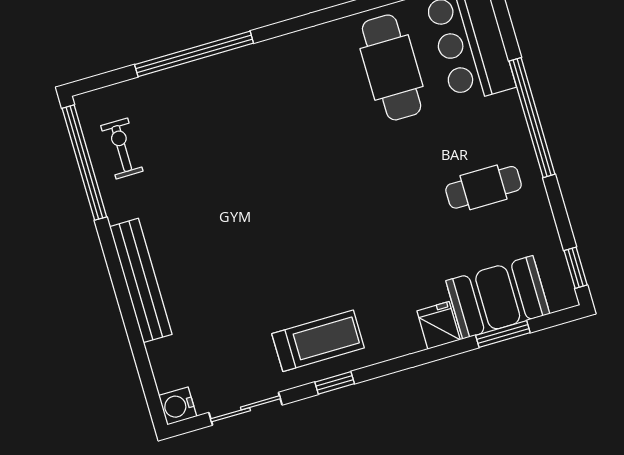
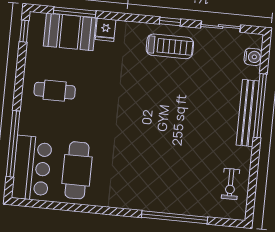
window: (532, 118) -> (13, 144), moved
window: (84, 163) -> (260, 106), moved
window: (503, 334) -> (75, 12), width x1.44
treadmill: (318, 341) -> (170, 46), turned 180
water cooler: (178, 406) -> (253, 57), moved

